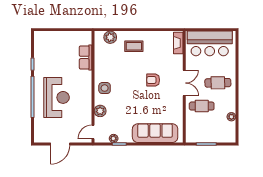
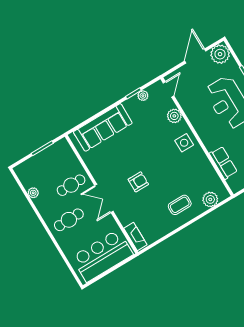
plant: (42, 135) -> (220, 54), added

